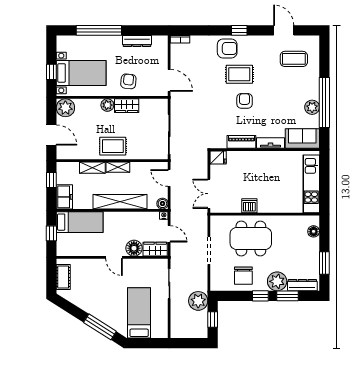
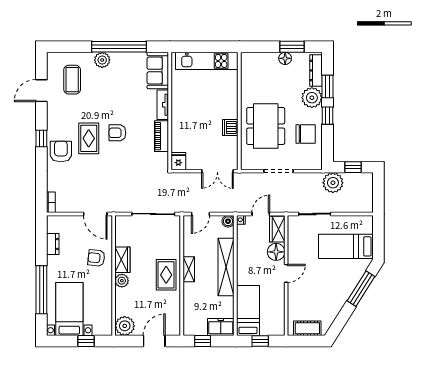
dresser: (137, 41) -> (53, 244), width x0.70
bed with nightstands: (81, 73) -> (69, 309), moved
door: (169, 80) -> (95, 214), swing flipped
plant: (312, 107) -> (102, 60), moved
shelving: (92, 168) -> (189, 297), removed
floor lamp: (314, 231) -> (285, 58), moved

